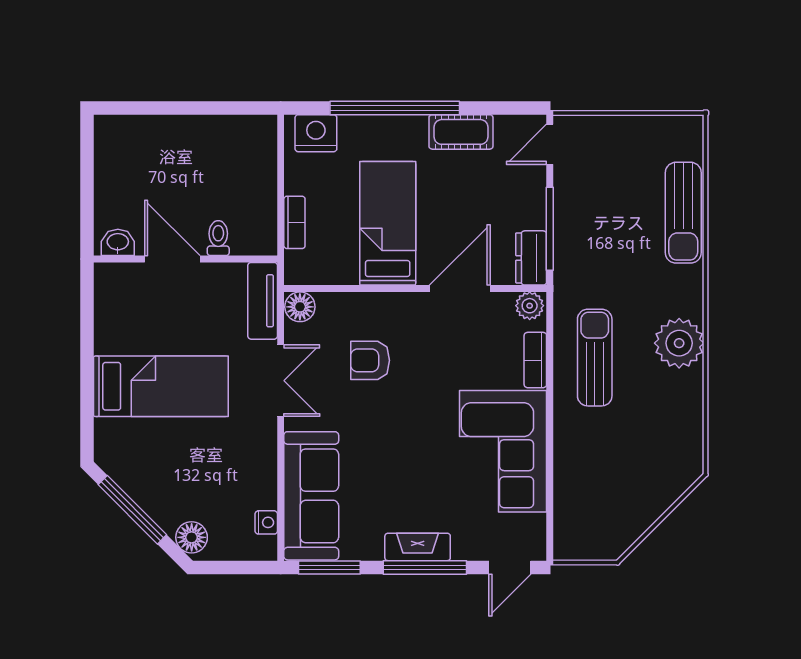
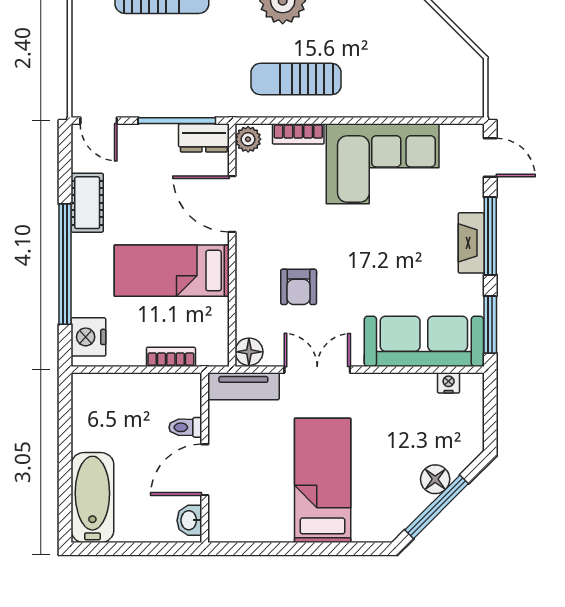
bathtub: (142, 138) -> (92, 498), added
floor lamp: (192, 537) -> (435, 479), moved

